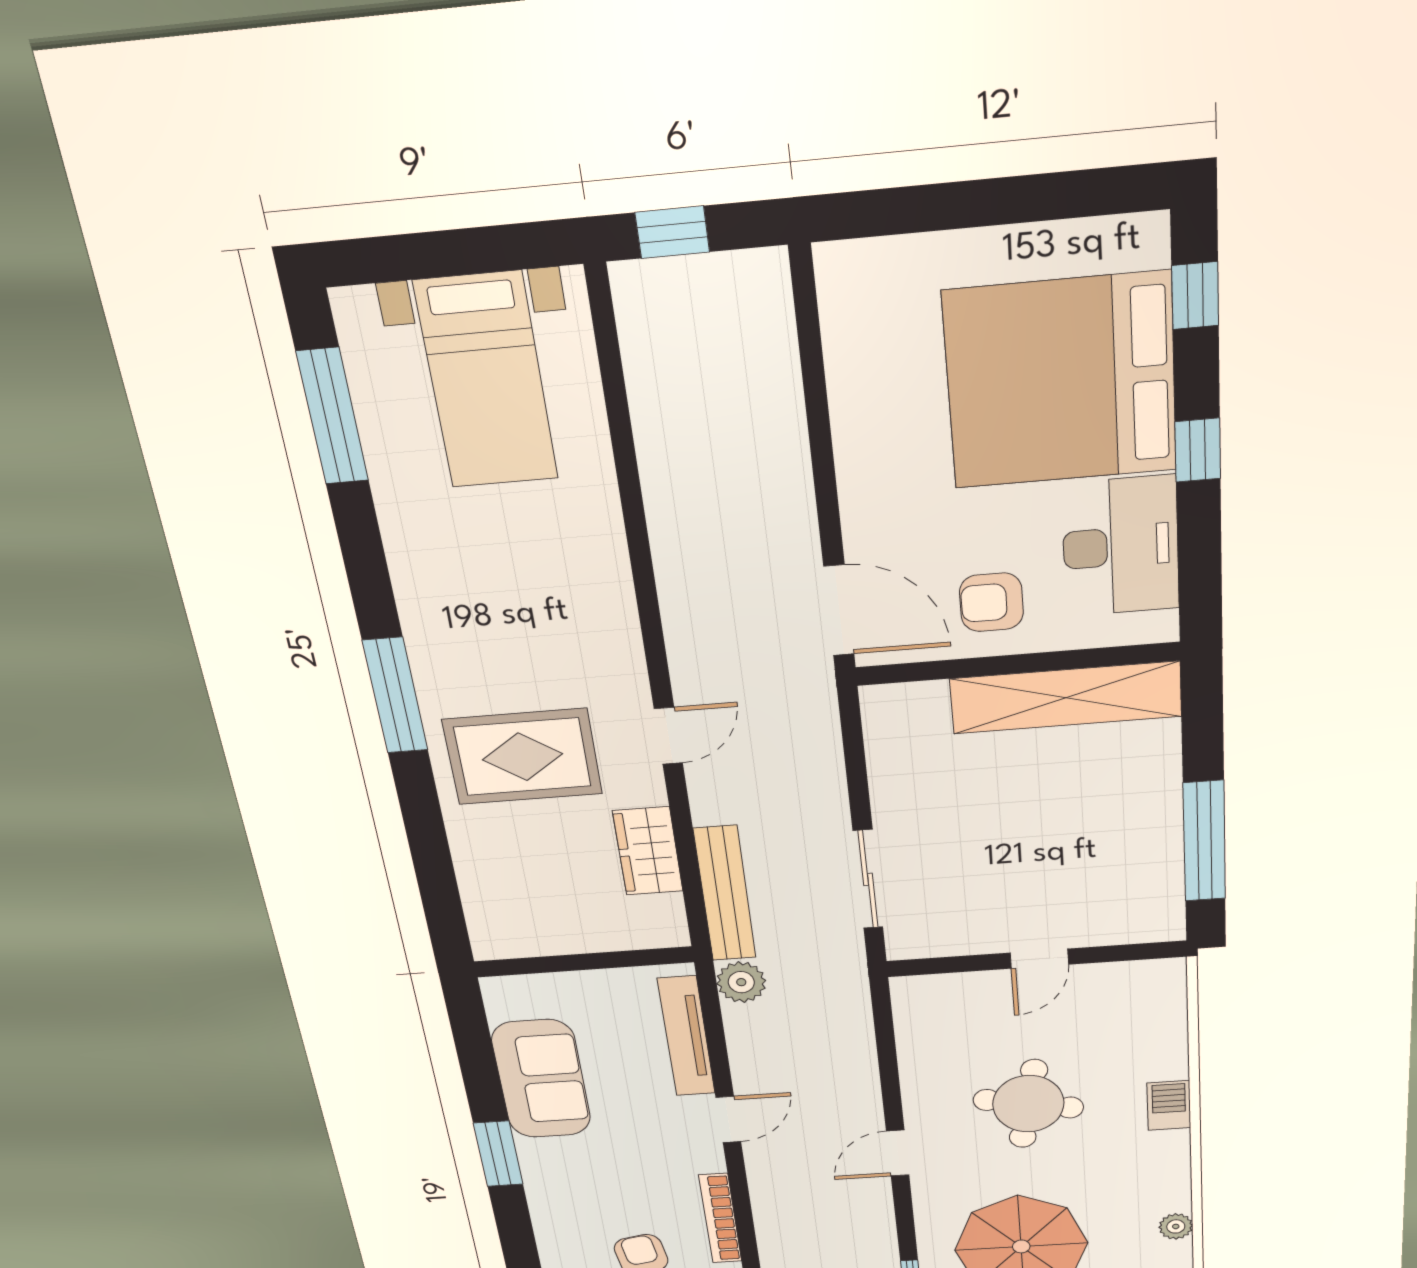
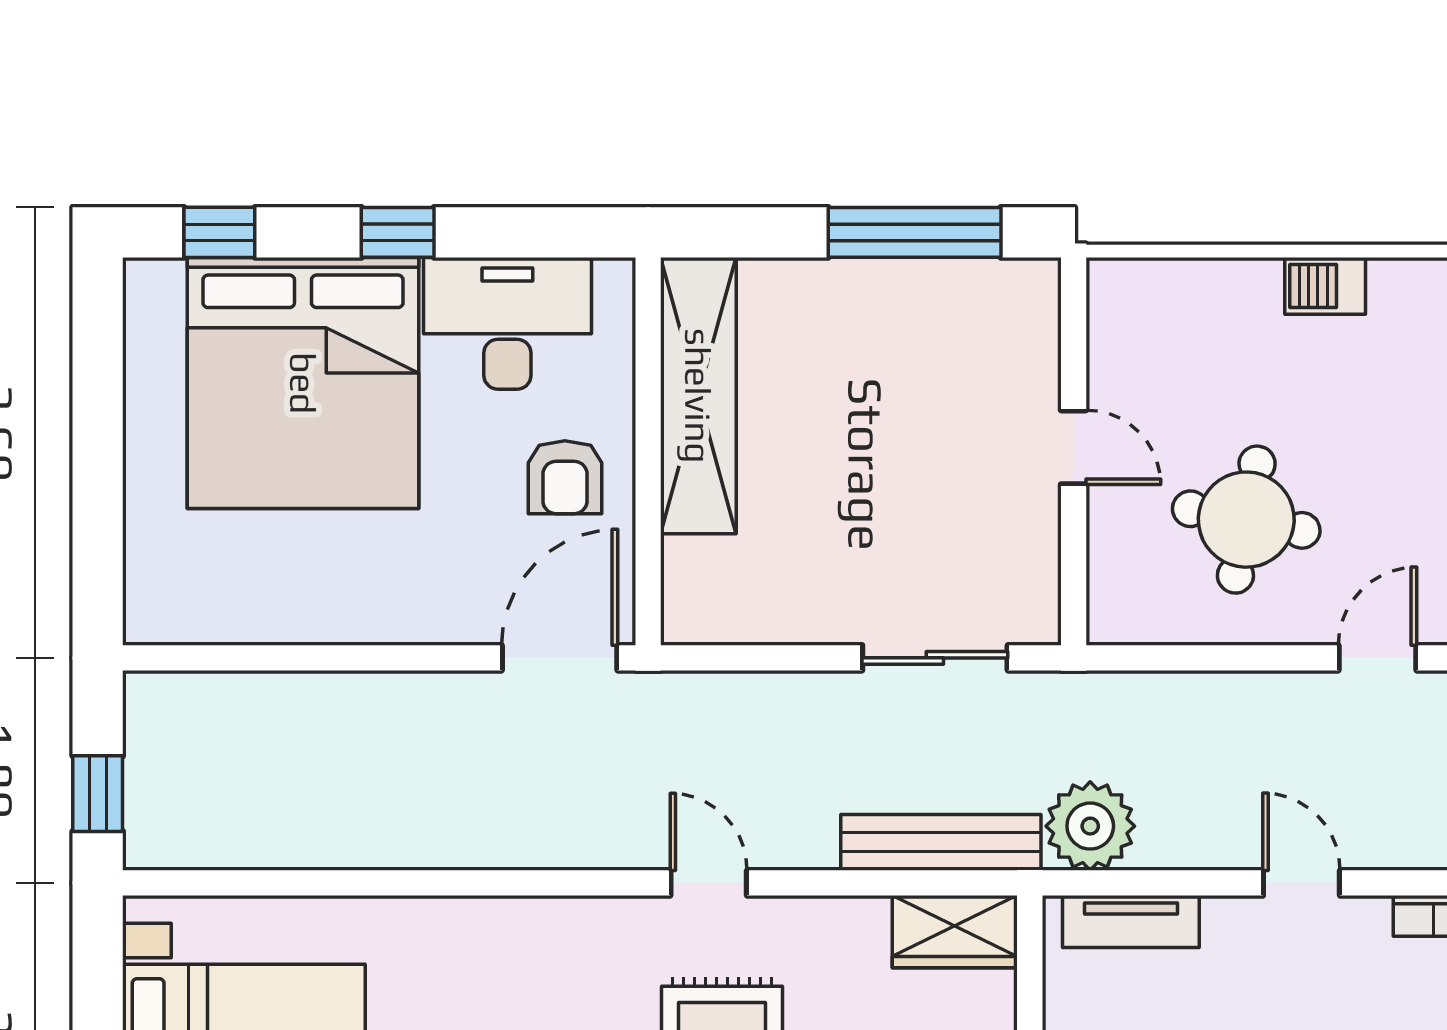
wardrobe: (648, 851) -> (955, 932), moved
plant: (741, 982) -> (1090, 826), width x1.36, depth x1.36
tv unit: (686, 1036) -> (1131, 922), width x0.71
round table: (1028, 1104) -> (1246, 520), moved
door: (898, 1153) -> (1378, 658), swing flipped

